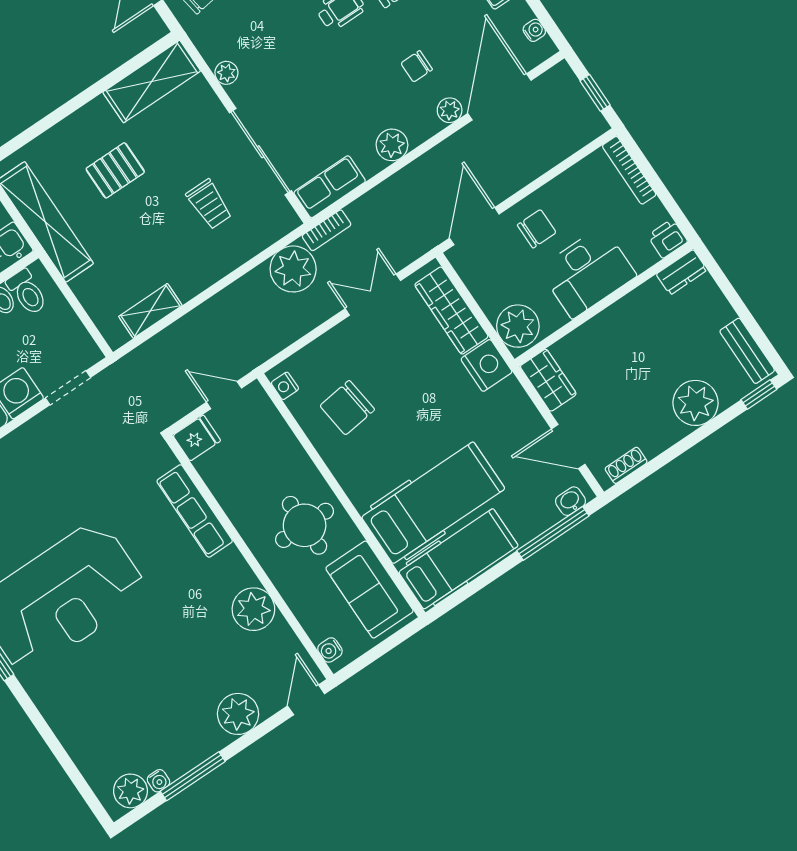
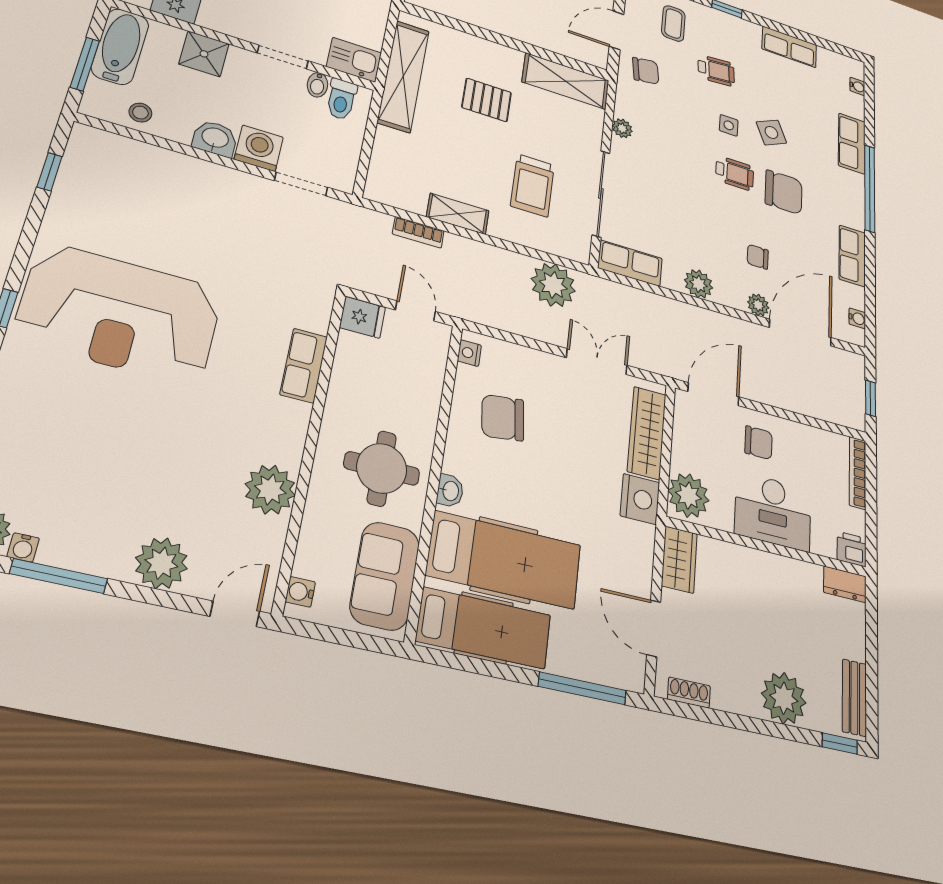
trolley: (209, 204) -> (533, 185), width x1.36, depth x1.39
bookcase: (327, 230) -> (418, 232), moved
shelving: (150, 311) -> (458, 214), moved
washbasin: (571, 501) -> (450, 491), moved, turned 90
row of seats: (195, 511) -> (304, 366), width x0.68

